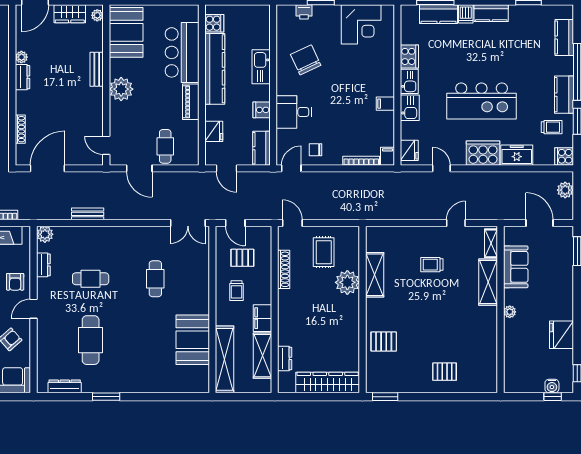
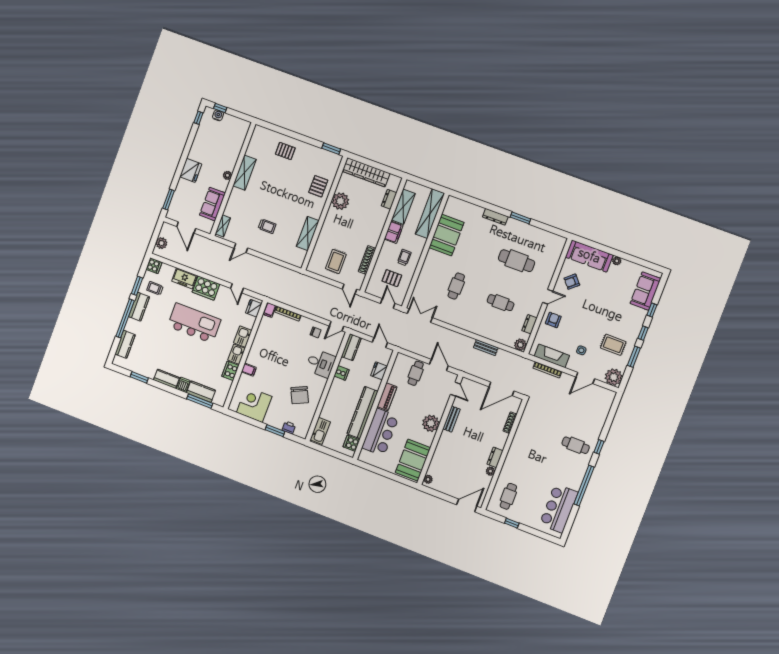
wardrobe: (70, 14) -> (446, 488), removed
kitchen sink: (261, 67) -> (320, 431), moved
bench: (97, 69) -> (451, 419), moved
filing cabinet: (385, 104) -> (249, 370), moved
plant: (347, 282) -> (340, 201), moved
shelving: (488, 282) -> (245, 173), moved
fridge: (561, 335) -> (191, 170), moved
cafe table: (91, 340) -> (516, 261), turned 90
pallet: (384, 342) -> (318, 186), turned 90
dresser: (65, 386) -> (495, 217), moved

